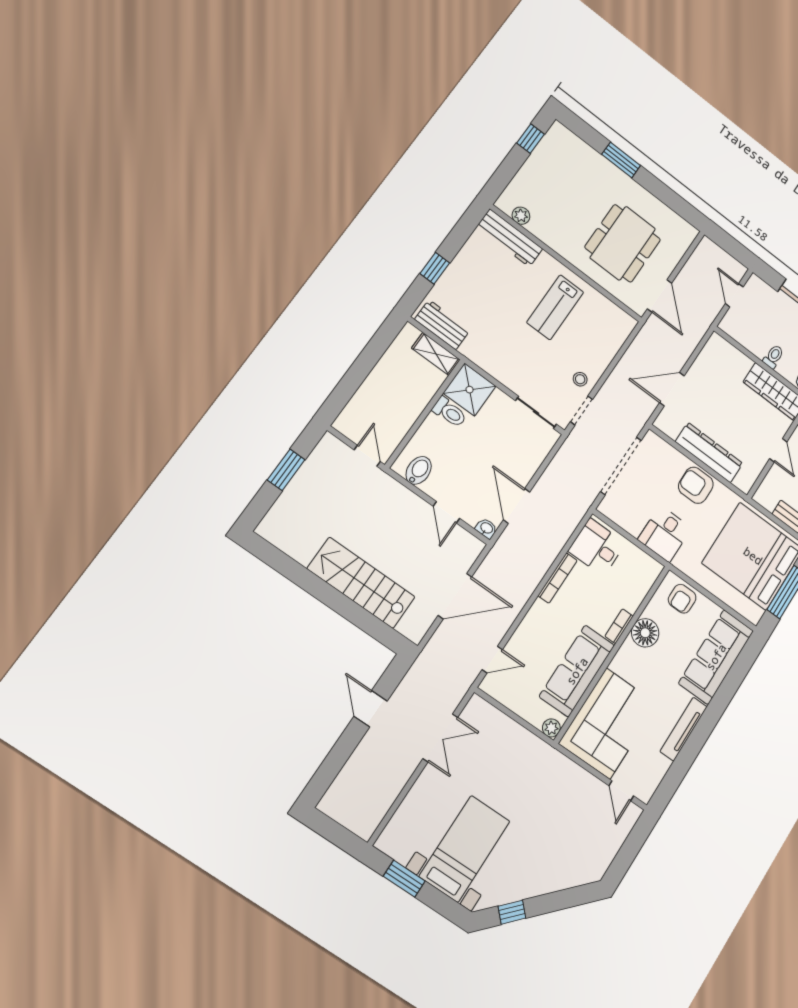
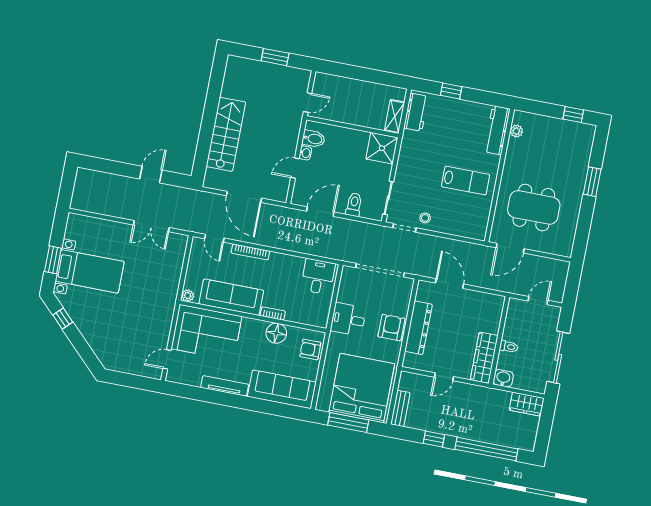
lab bench: (555, 307) -> (466, 181), turned 180
toilet: (450, 412) -> (354, 205), moved, turned 180
washbasin: (486, 528) -> (305, 153), moved
bookcase: (558, 578) -> (250, 252), moved
window: (404, 879) -> (53, 260), moved

